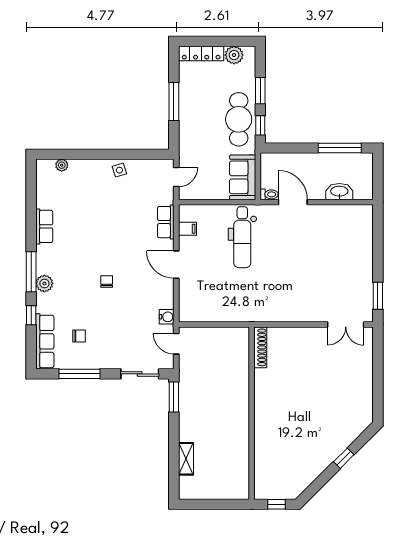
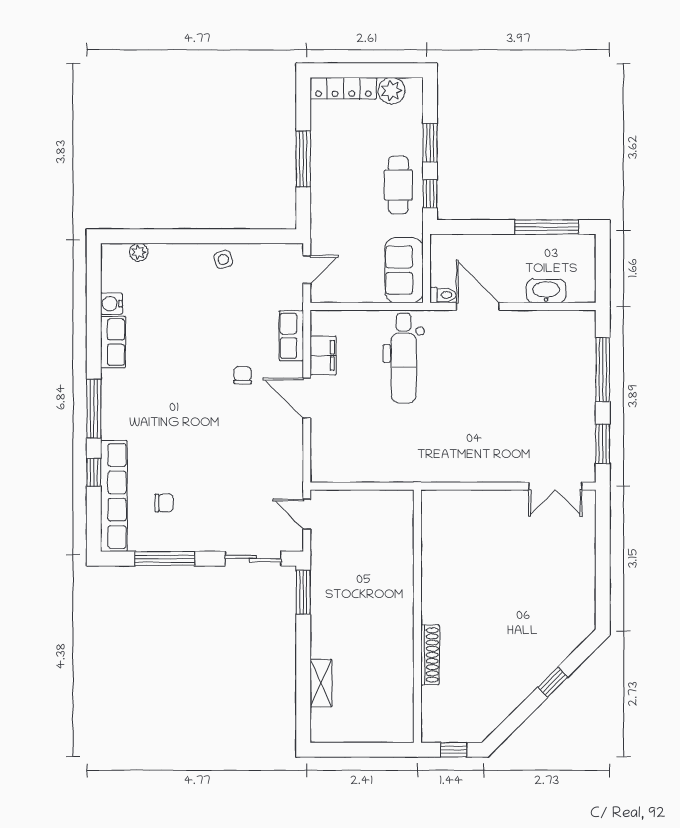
cafe table: (239, 119) -> (398, 185), width x0.73, depth x0.74
filing cabinet: (187, 229) -> (323, 355), width x2.00
window: (378, 245) -> (603, 370), added
chair: (107, 281) -> (243, 375), moved
plant: (44, 283) -> (113, 426), removed
water cooler: (167, 317) -> (111, 304), moved, turned 180
row of seats: (45, 341) -> (114, 496), width x1.36
shoe rack: (260, 347) -> (430, 655), moved

